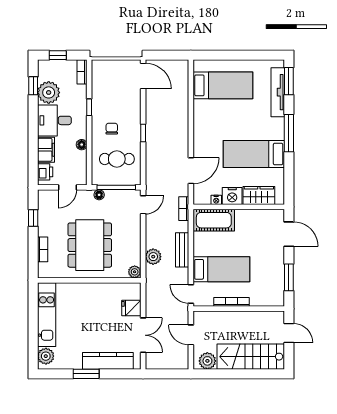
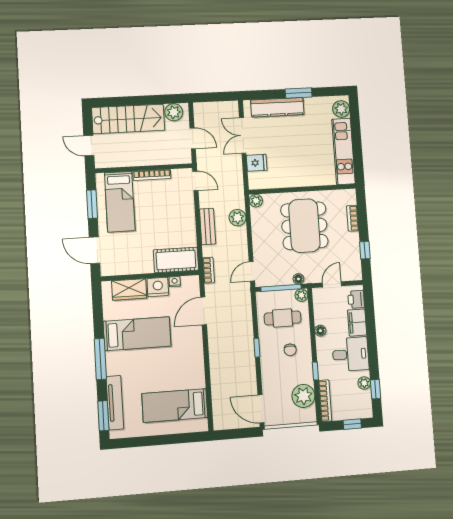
bookcase: (82, 72) -> (325, 401), width x1.56
plant: (102, 85) -> (303, 396), added
plant: (49, 92) -> (364, 383), width x0.53, depth x0.53
plant: (97, 179) -> (301, 295), added
bed: (221, 269) -> (120, 202), moved, turned -90

